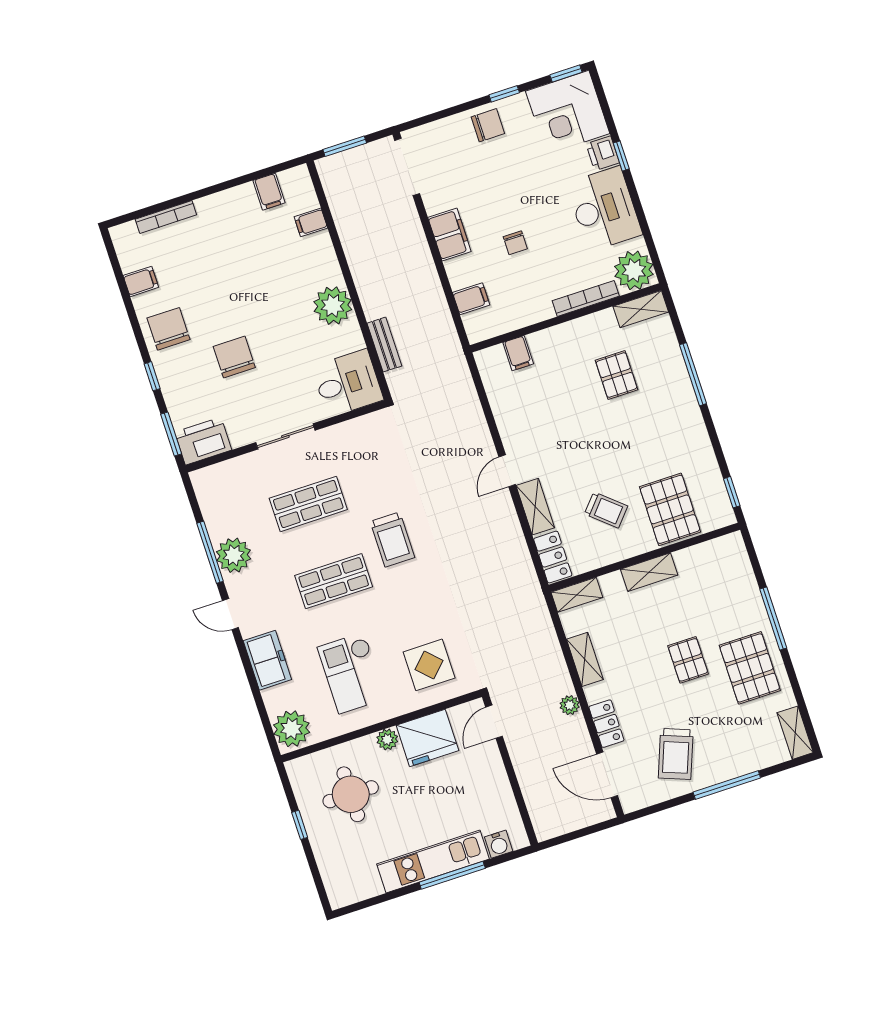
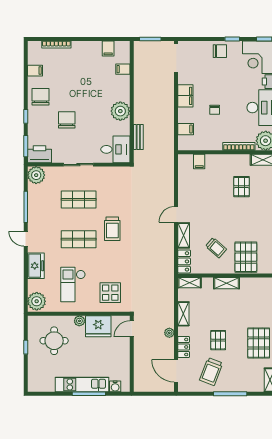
plant: (234, 555) -> (36, 175), moved
pallet: (688, 660) -> (218, 340), moved

